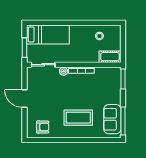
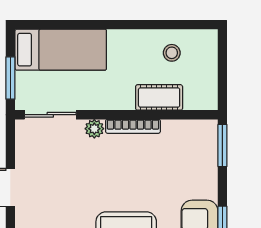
cot: (110, 57) -> (159, 97), moved

